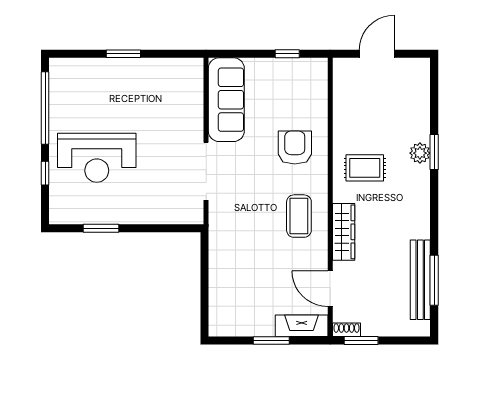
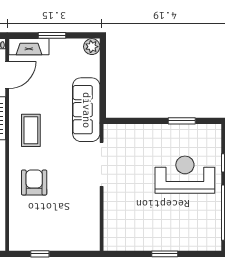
sofa: (226, 100) -> (86, 110), moved
armchair: (295, 147) -> (34, 182), turned 180
door: (330, 289) -> (7, 75), hinge flipped
plant: (219, 326) -> (92, 47), added

